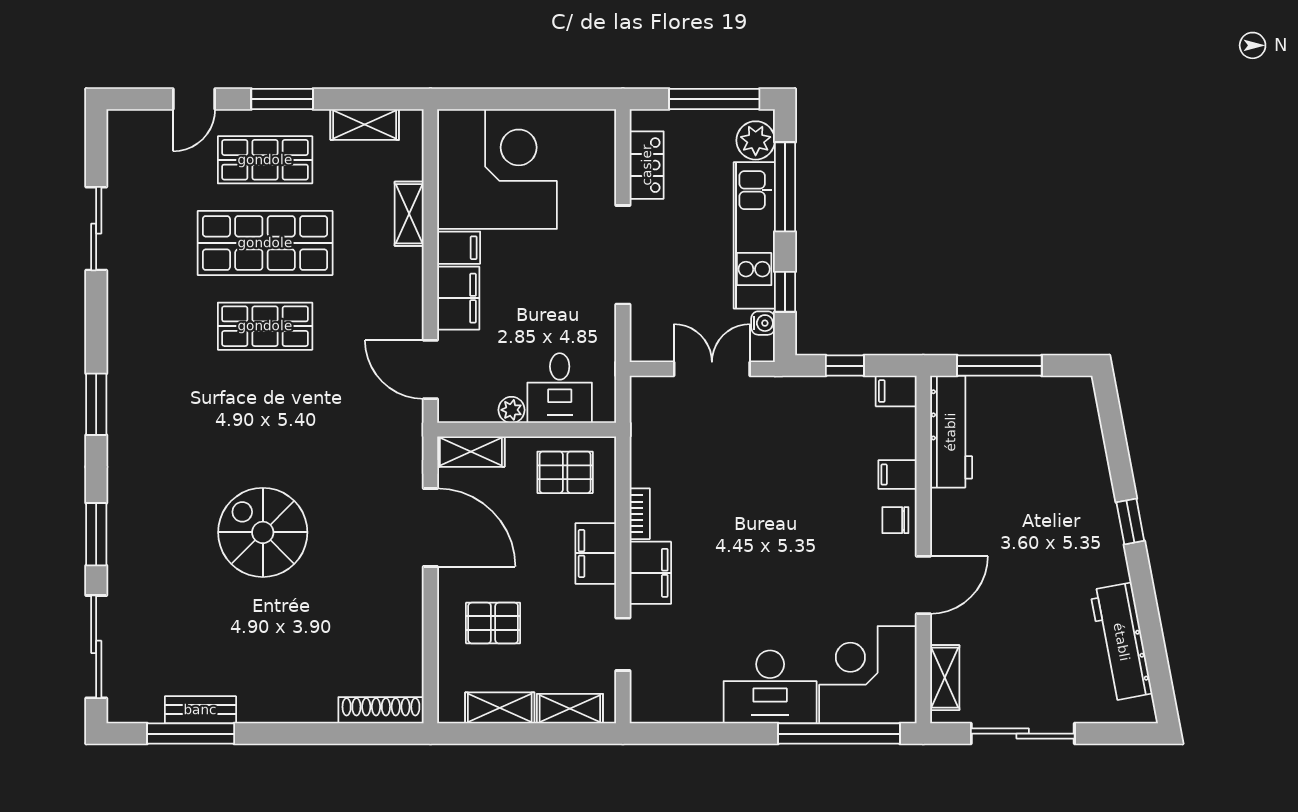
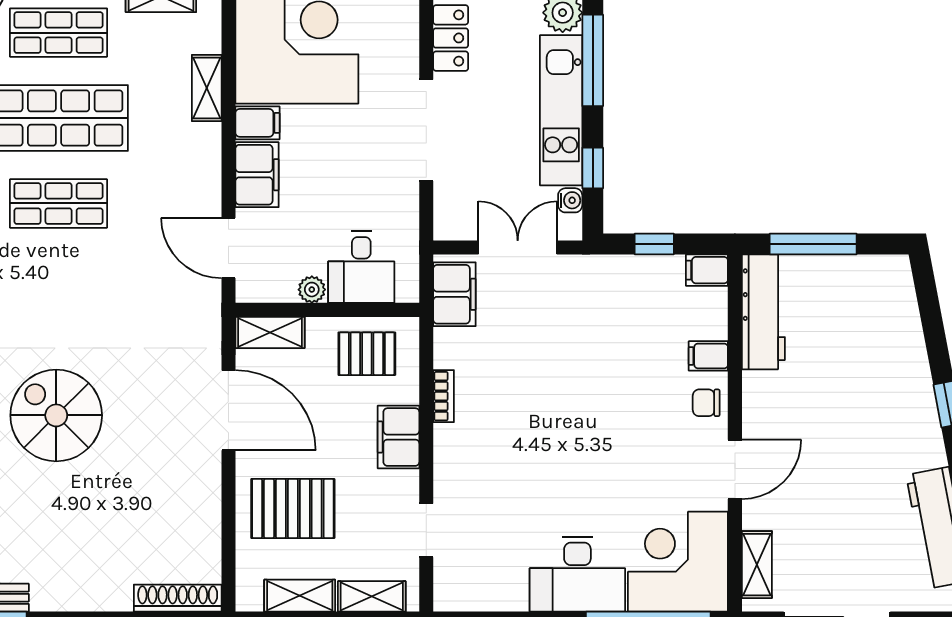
filing cabinet: (650, 573) -> (454, 294), moved
pallet: (493, 623) -> (293, 508), width x1.50, depth x1.42

